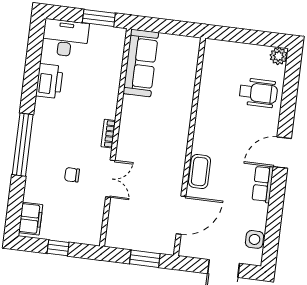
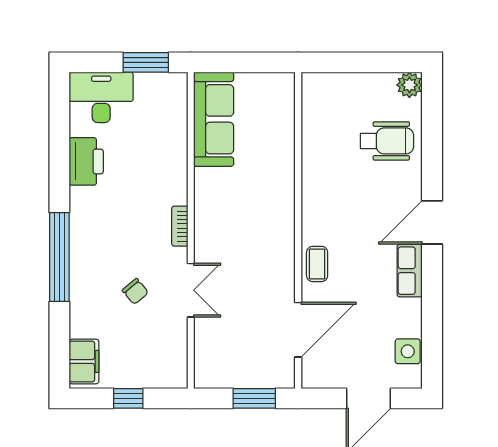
coffee table: (200, 171) -> (317, 264), width x0.73, depth x0.77
chair: (72, 175) -> (135, 291), turned -130

